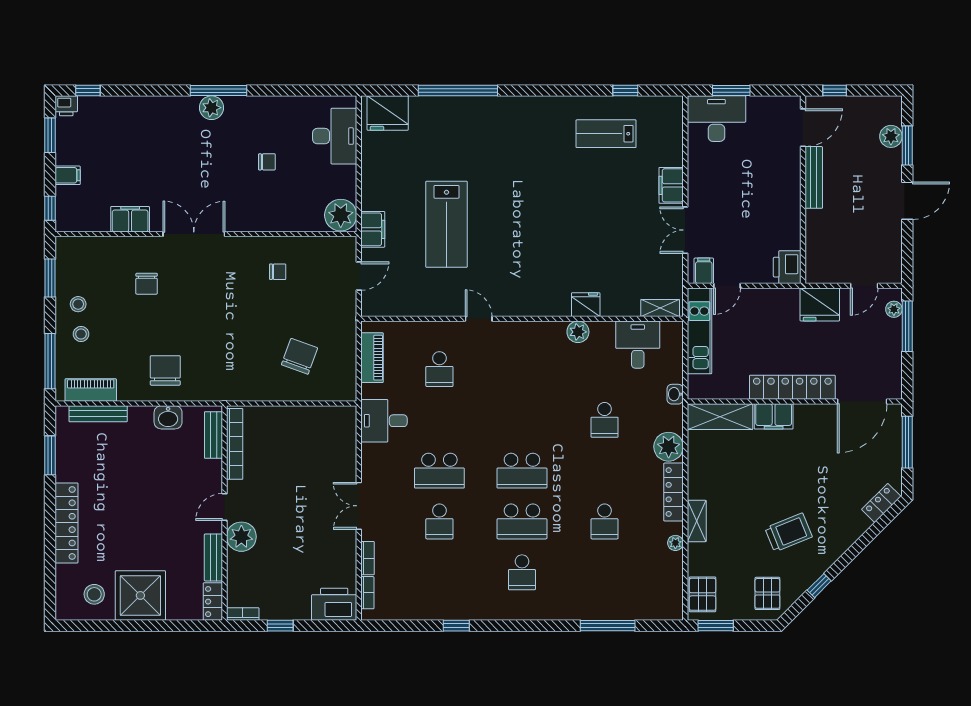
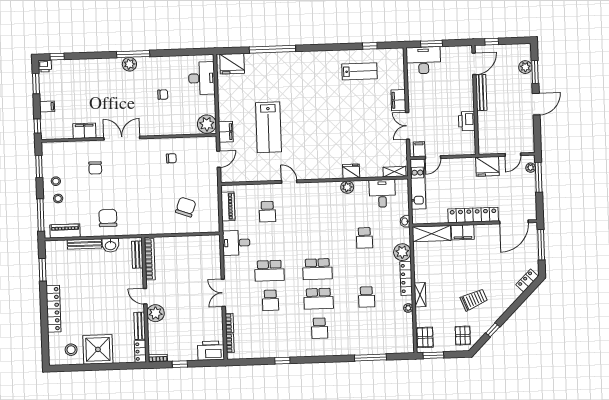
lab bench: (606, 134) -> (360, 71), turned 180
printer: (787, 267) -> (467, 121), moved
bench: (98, 414) -> (84, 244), moved
door: (224, 507) -> (145, 296), hinge flipped

